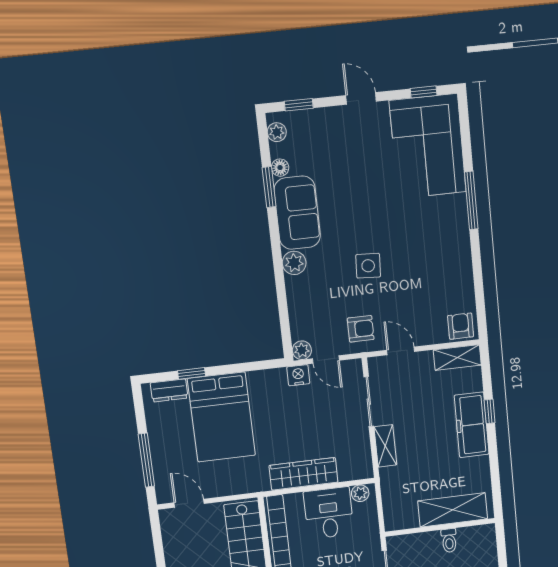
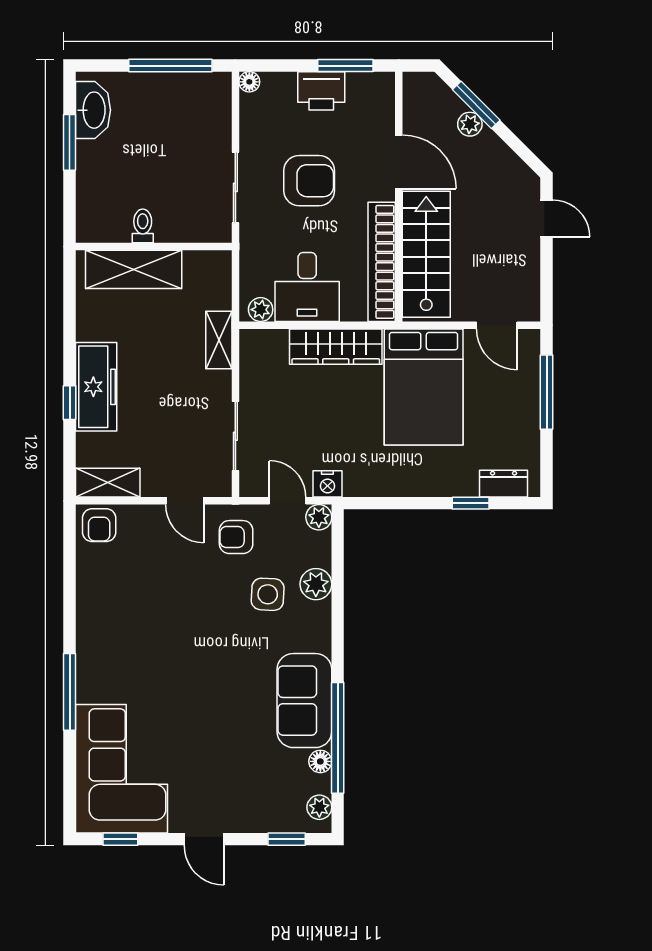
window: (269, 187) -> (338, 738), width x2.11
plant: (294, 263) -> (316, 584), moved
side table: (368, 266) -> (268, 594), moved
bed: (221, 417) -> (424, 387), moved, turned 180
shelving: (385, 446) -> (219, 340), moved

